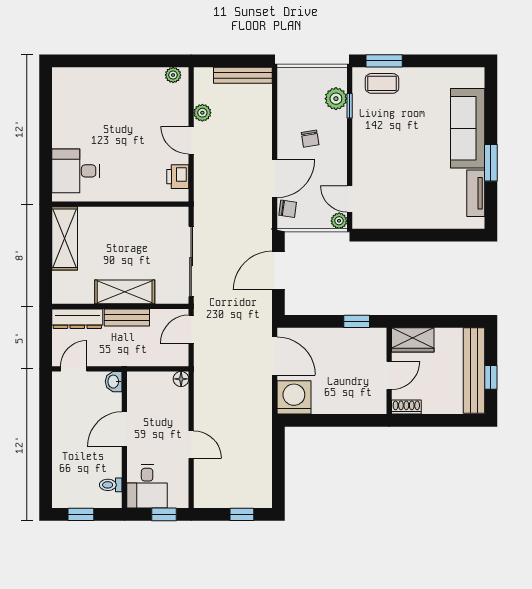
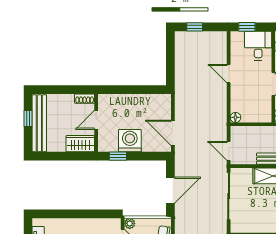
door: (191, 329) -> (229, 151), swing flipped
washing machine: (294, 397) -> (130, 141), moved, turned 180

